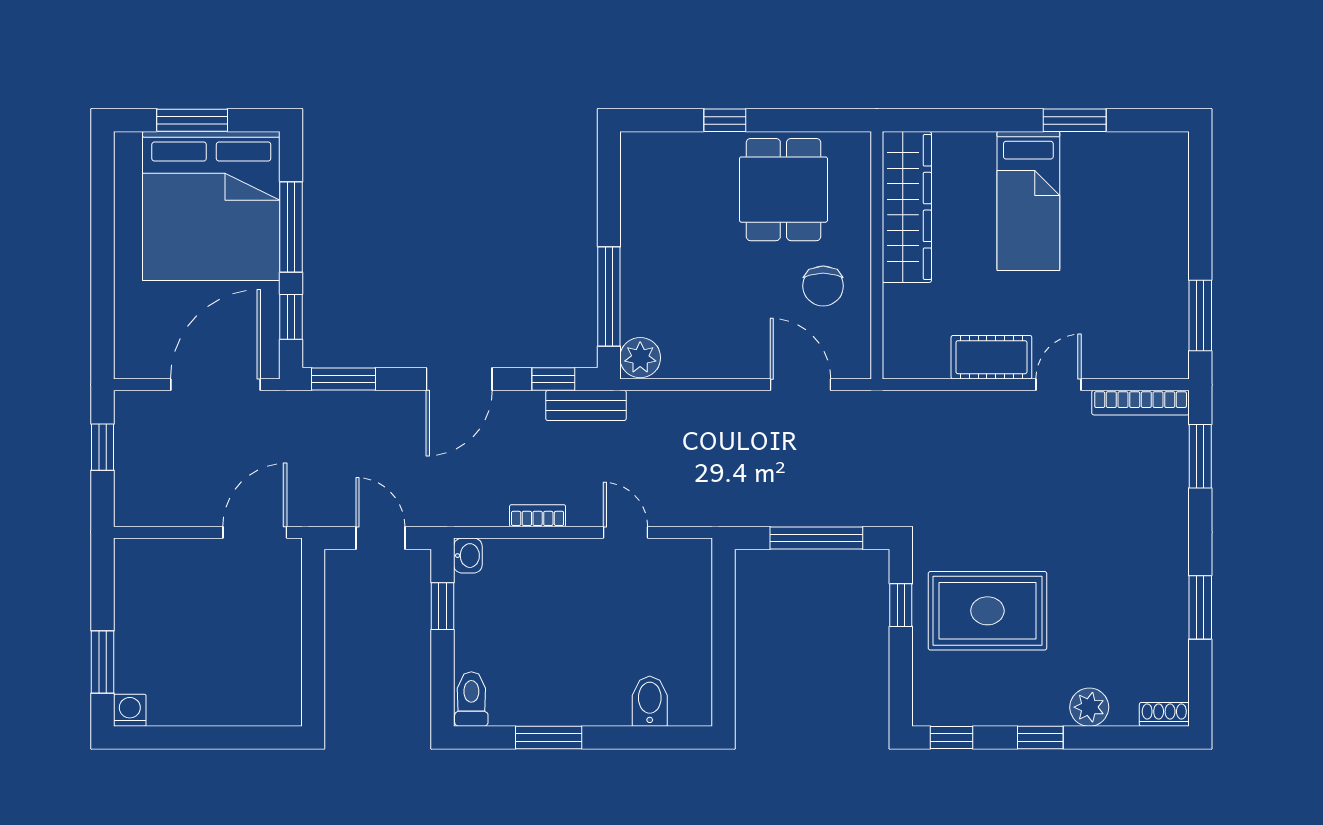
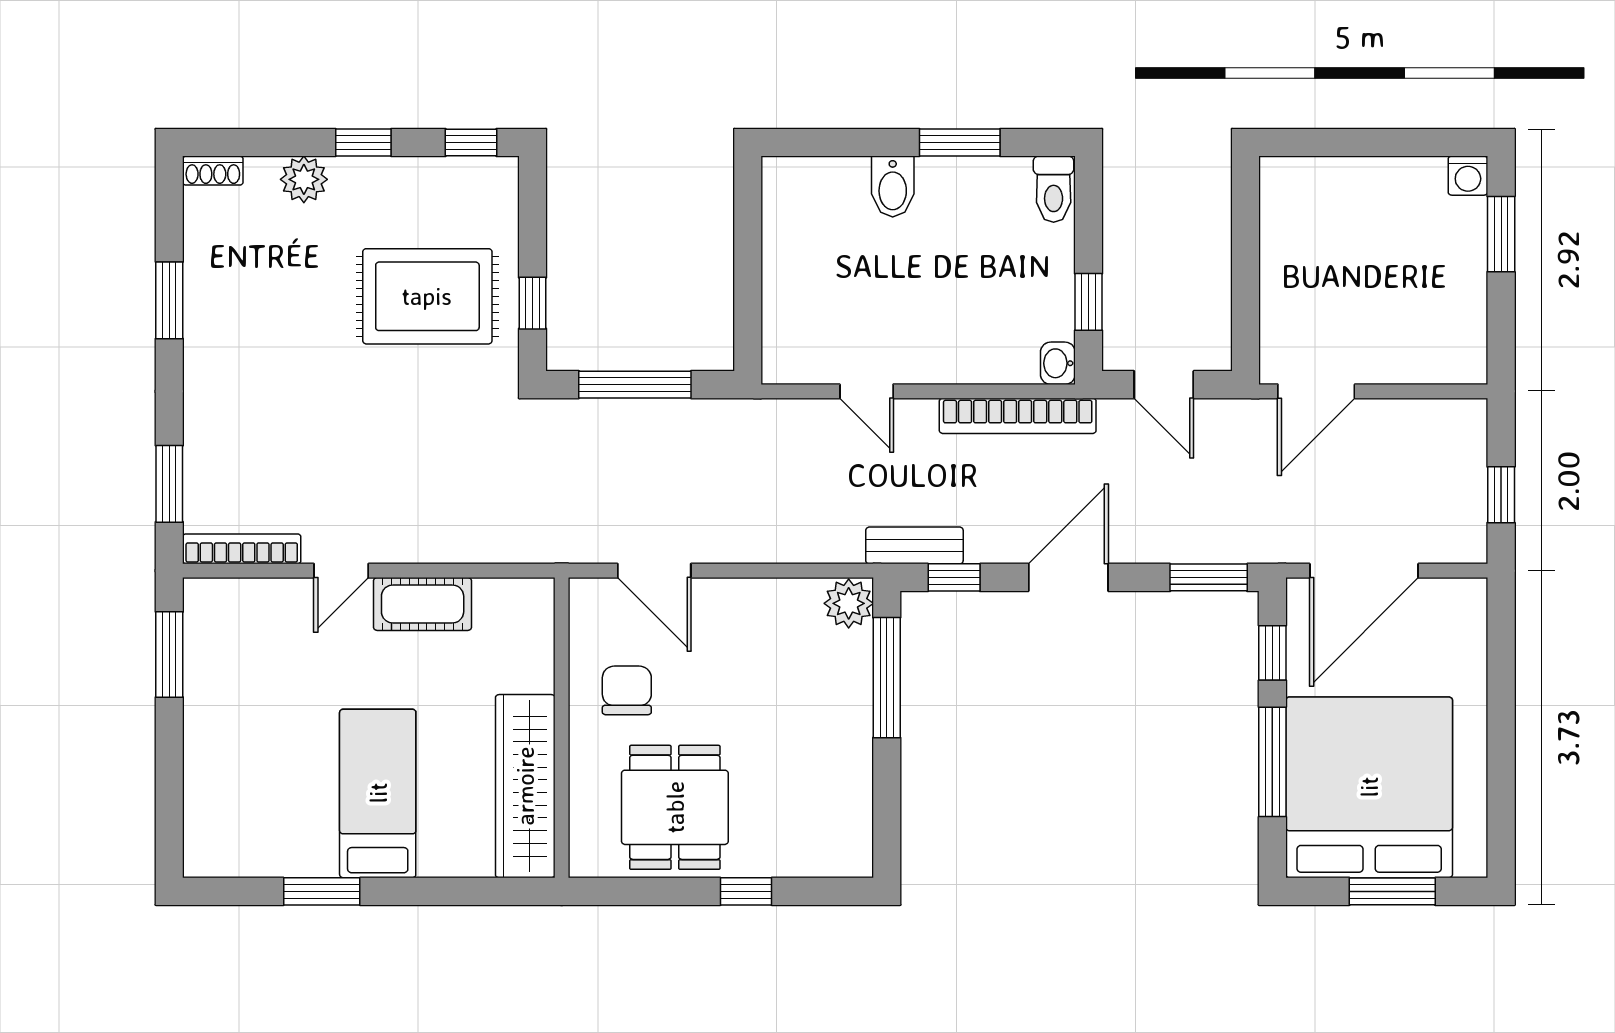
bookcase: (538, 516) -> (1018, 416), width x2.31, depth x1.31
bidet: (650, 701) -> (893, 187), moved

